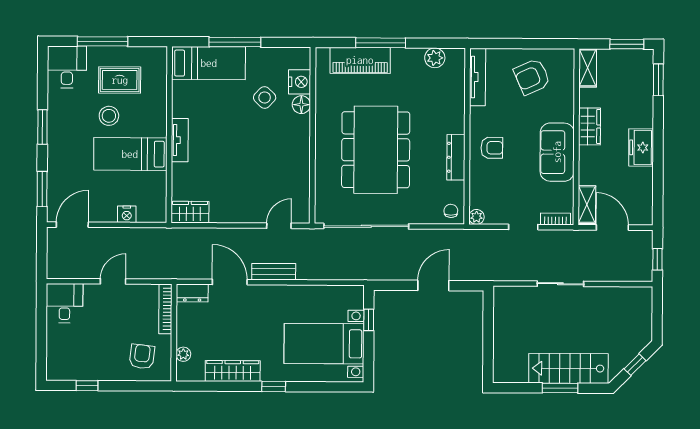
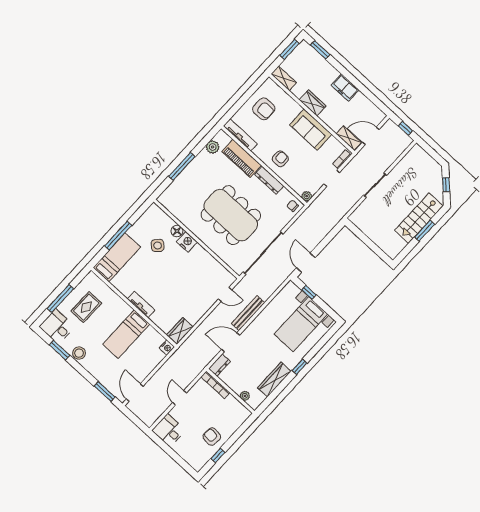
piano: (360, 60) -> (242, 158), moved, turned 90
armchair: (532, 77) -> (264, 109), turned -66
nightstand: (300, 82) -> (187, 242), moved
stool: (109, 116) -> (79, 353), moved
window: (42, 127) -> (59, 350), moved
nightstand: (127, 214) -> (167, 347), moved
door: (279, 226) -> (225, 294), swing flipped
bench: (274, 272) -> (248, 313), width x1.36
door: (433, 286) -> (306, 263), moved
armchair: (142, 357) -> (212, 437), moved

